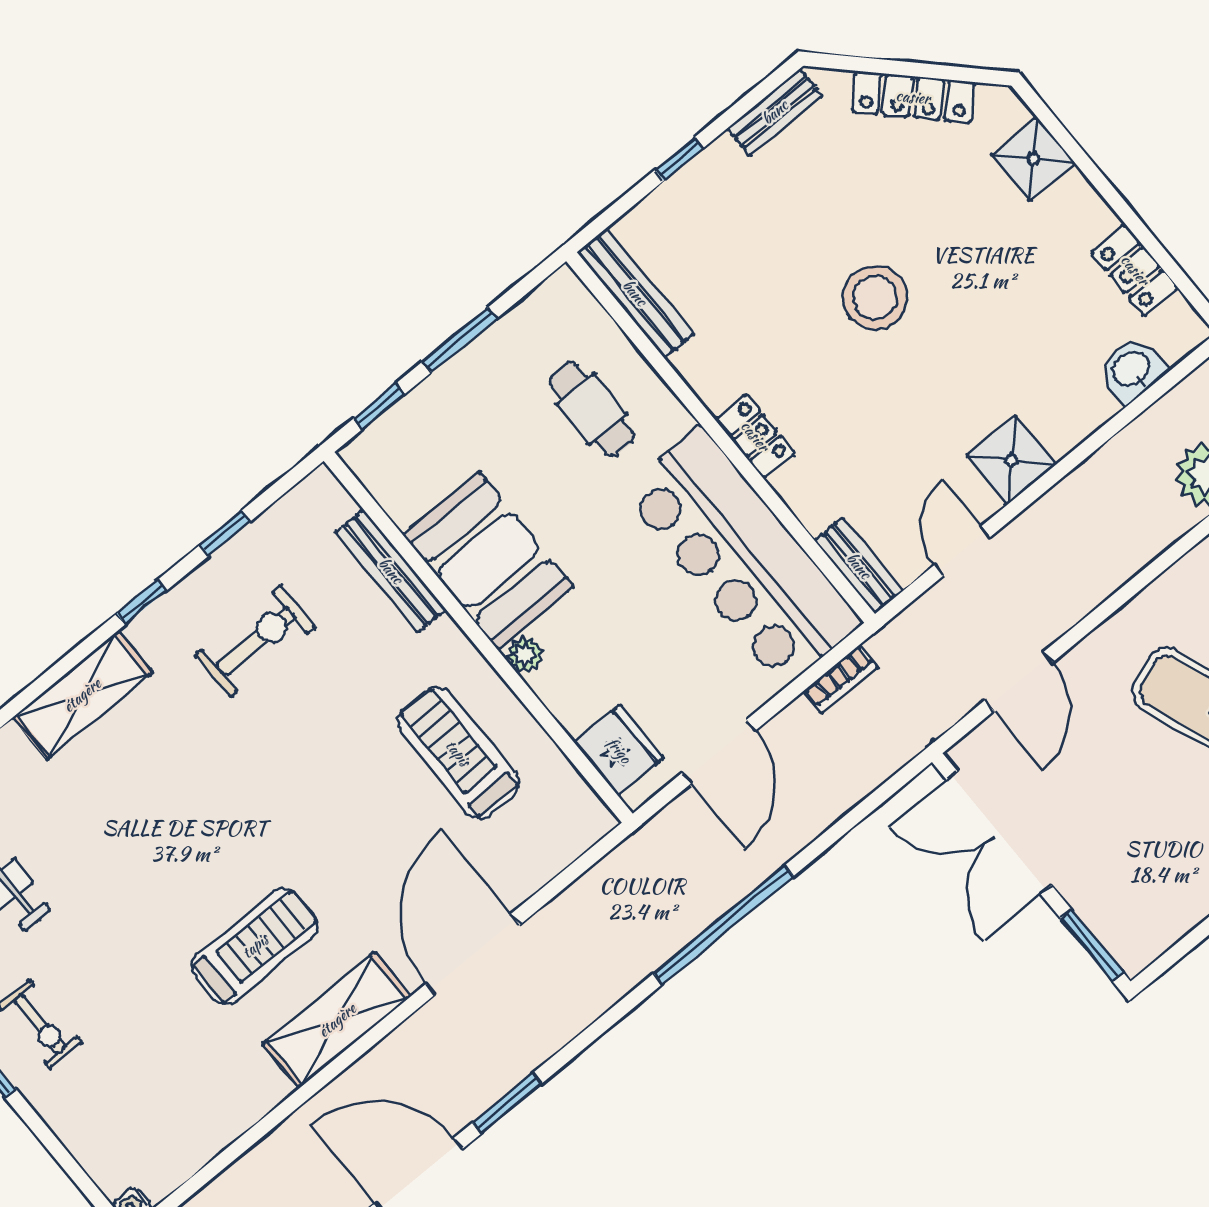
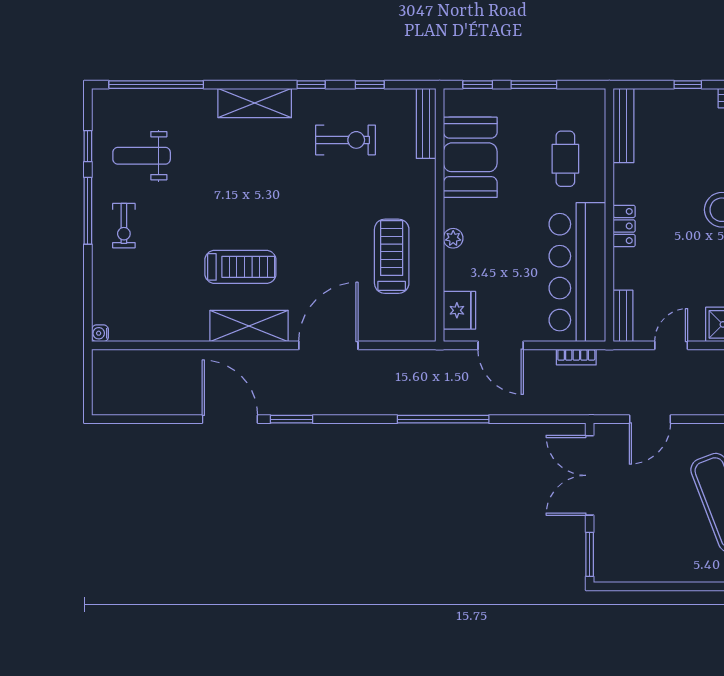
booth: (488, 561) -> (470, 157), moved
bench: (391, 571) -> (426, 123), moved
door: (719, 752) -> (501, 345), hinge flipped

